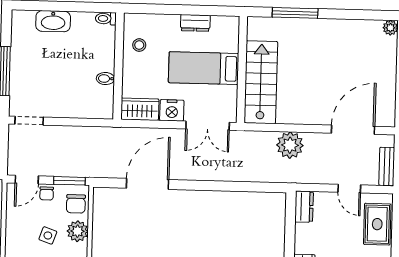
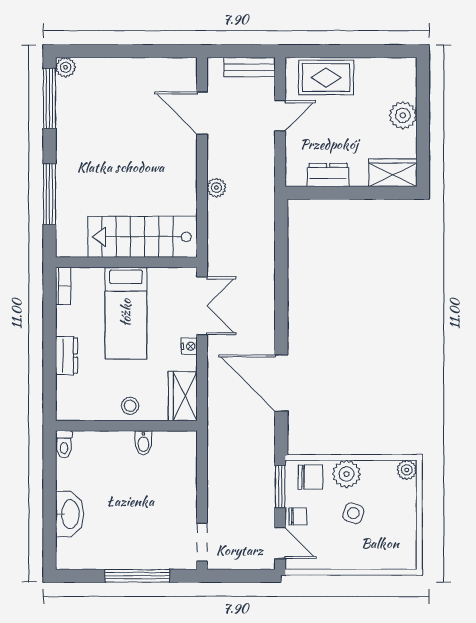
window: (367, 15) -> (50, 98), added
bookcase: (226, 21) -> (63, 286), added
dresser: (195, 23) -> (66, 356), moved
stool: (139, 45) -> (130, 406), moved
nightstand: (172, 110) -> (189, 346), width x0.53, depth x0.56
door: (353, 130) -> (202, 113), width x0.73
plant: (290, 145) -> (216, 188), width x0.53, depth x0.53
dresser: (304, 207) -> (328, 175), moved

